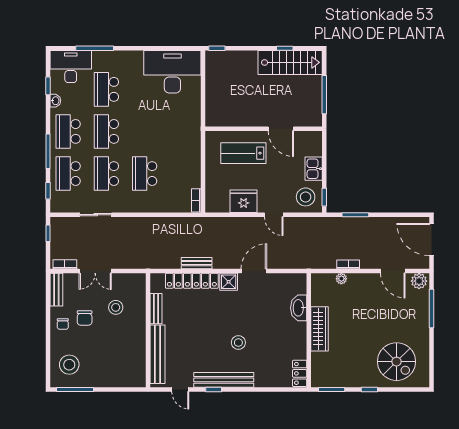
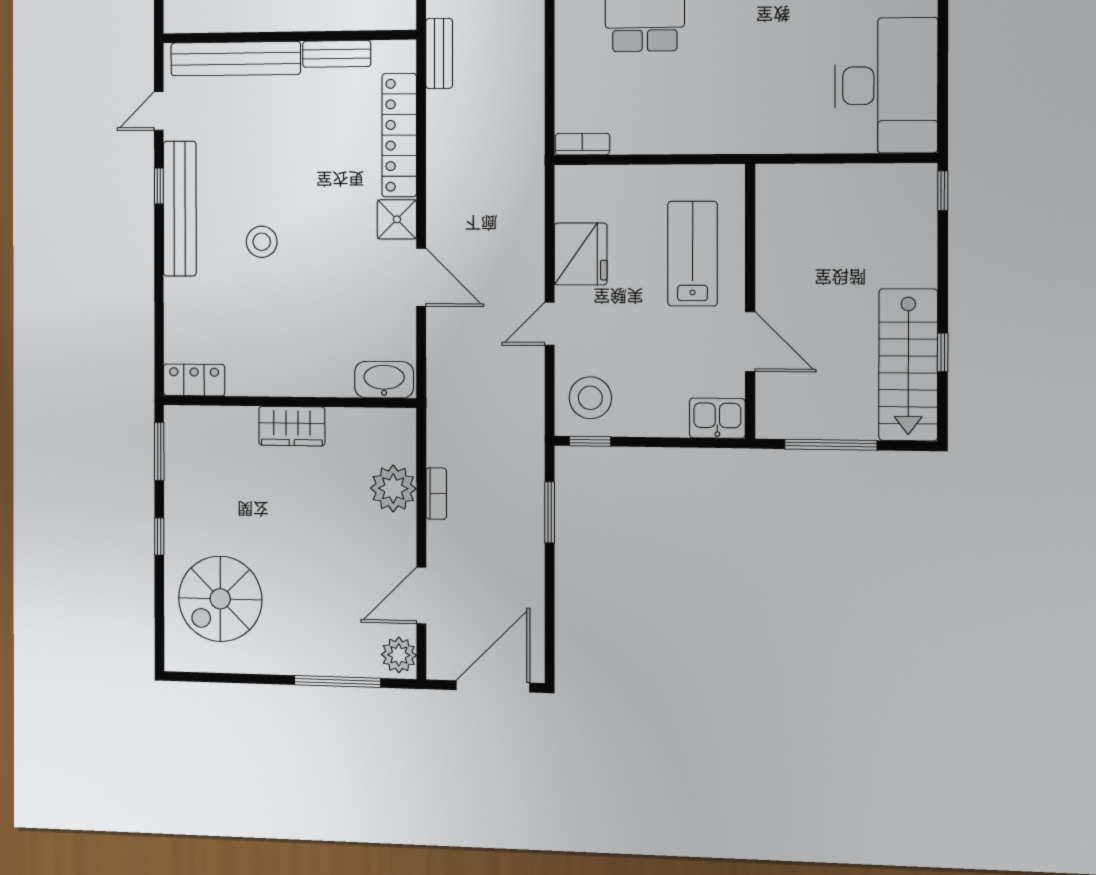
door: (281, 129) -> (750, 342), swing flipped
kitchen sink: (314, 169) -> (717, 418), moved
bench: (197, 263) -> (439, 53), moved
plant: (341, 279) -> (393, 488), width x1.88, depth x1.88
washbasin: (299, 308) -> (384, 380), moved
wardrobe: (320, 329) -> (292, 426), width x0.67

